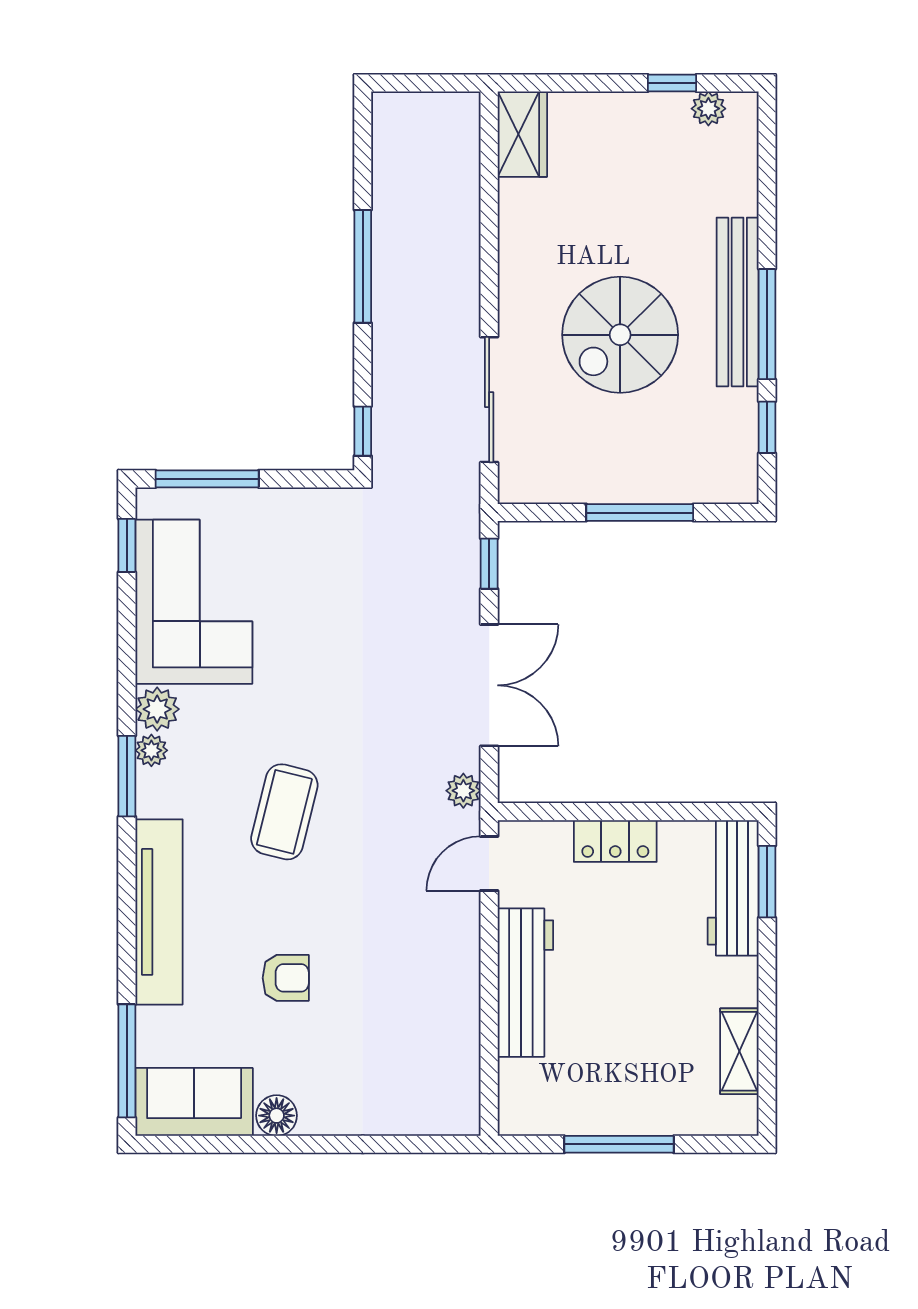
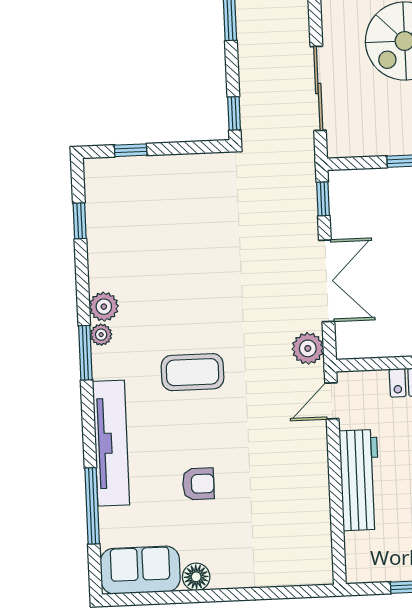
window: (207, 479) -> (131, 150), width x0.46
window: (127, 545) -> (80, 221), moved
corner sofa: (194, 602) -> (125, 233), removed
plant: (463, 791) -> (308, 348), width x1.38, depth x1.38
coffee table: (284, 812) -> (192, 372), turned 76
window: (127, 1061) -> (92, 506), moved

